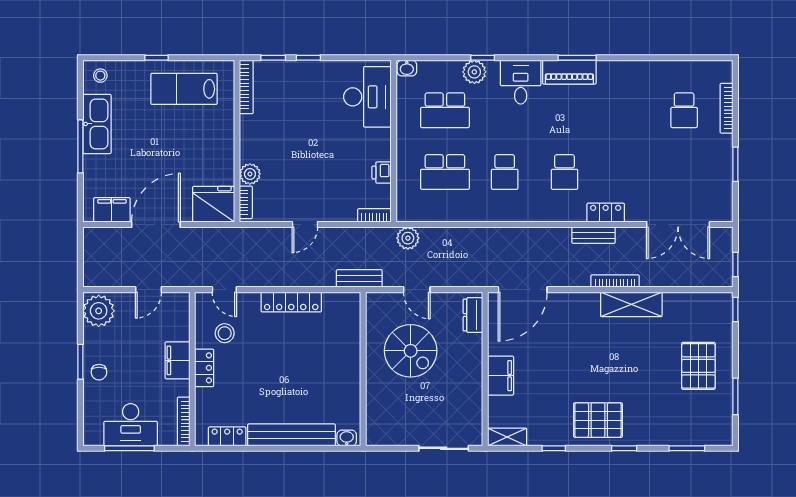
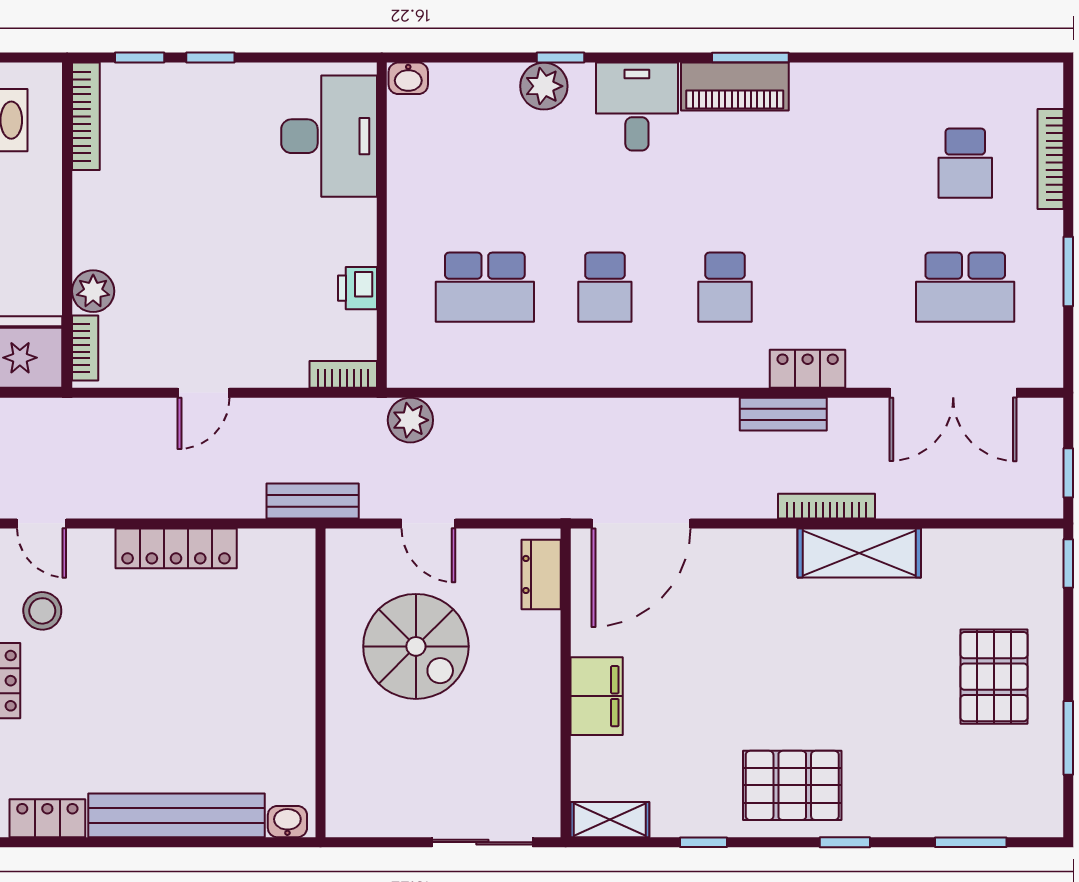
school desk: (445, 110) -> (965, 287), moved

